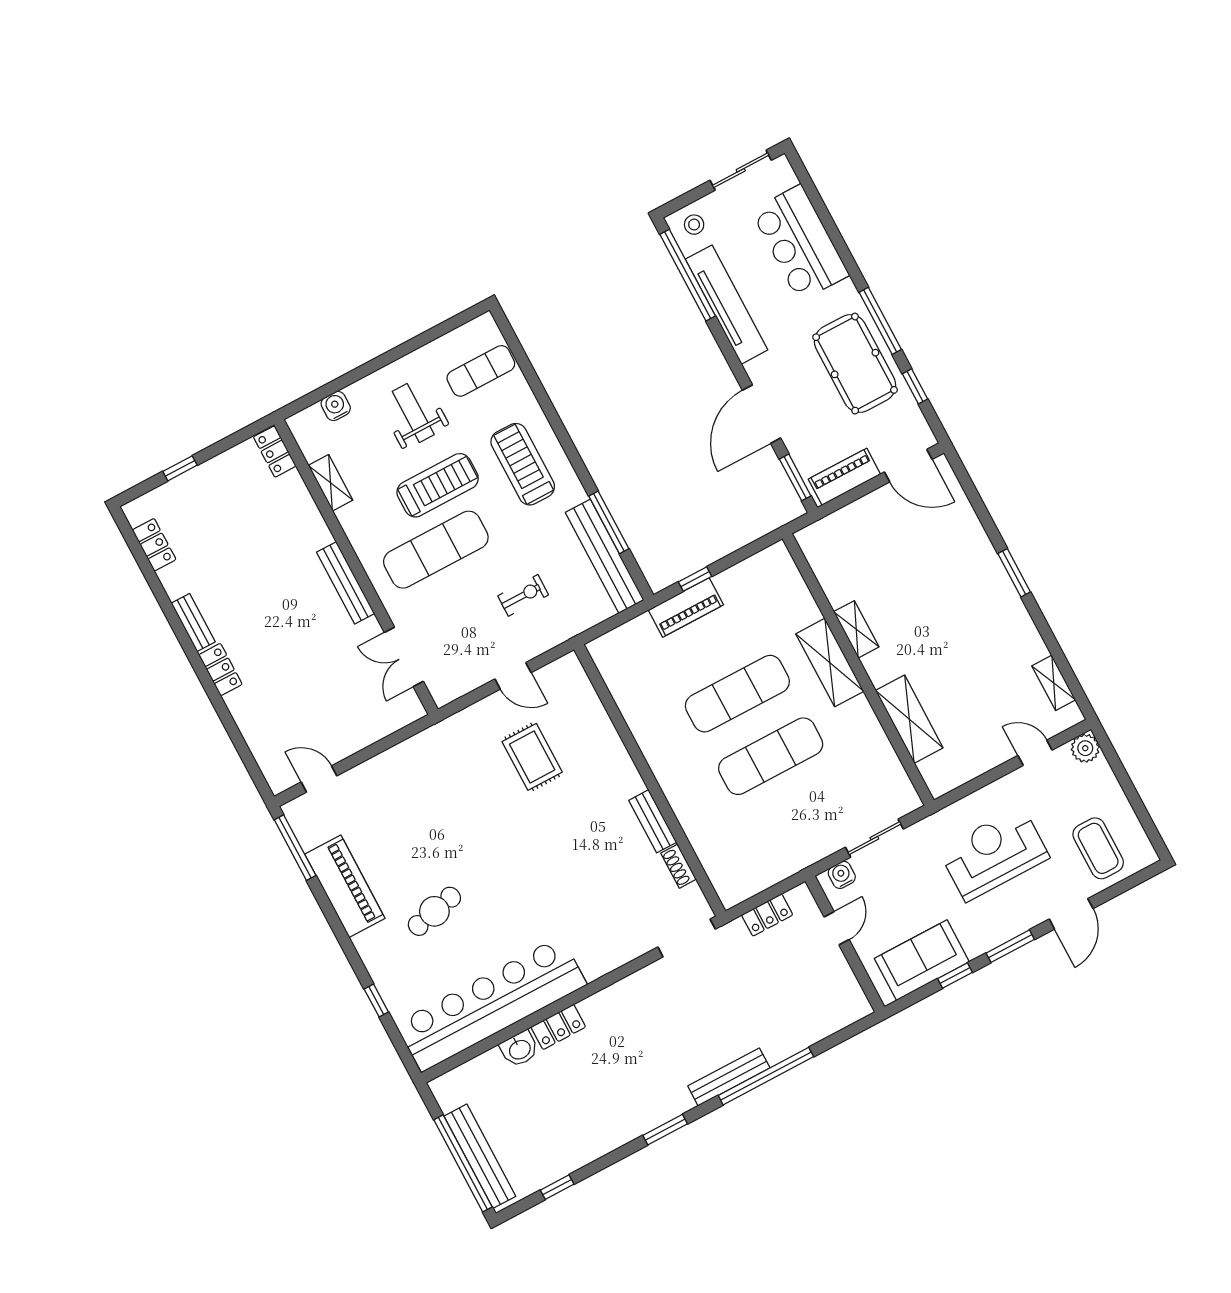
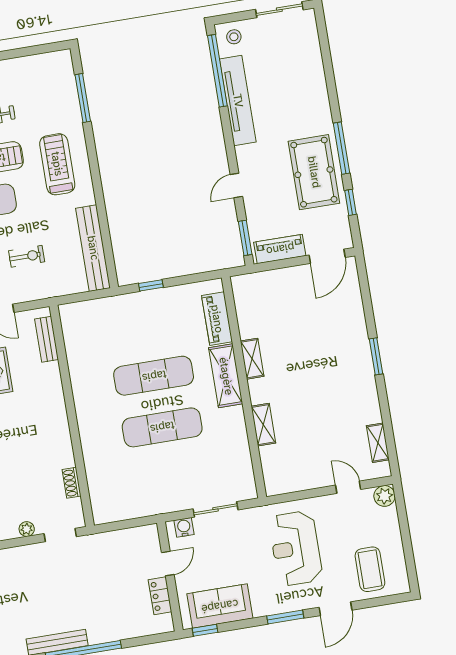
bar counter: (800, 243) -> (304, 75), removed
exercise mat: (481, 371) -> (50, 89), removed
door: (762, 414) -> (236, 186), width x0.53
door: (908, 466) -> (327, 256), hinge flipped
window: (609, 522) -> (83, 98), moved
piano: (686, 607) -> (217, 319), moved, turned 90
shelving: (909, 719) -> (263, 425), width x0.67, depth x0.75
bench: (653, 821) -> (47, 339), moved
reception desk: (994, 854) -> (296, 548), turned -90
locker: (767, 915) -> (160, 596), moved, turned 90
doorway: (687, 938) -> (60, 535), width x0.73
plant: (641, 945) -> (27, 529), added
window: (955, 976) -> (205, 630), moved

